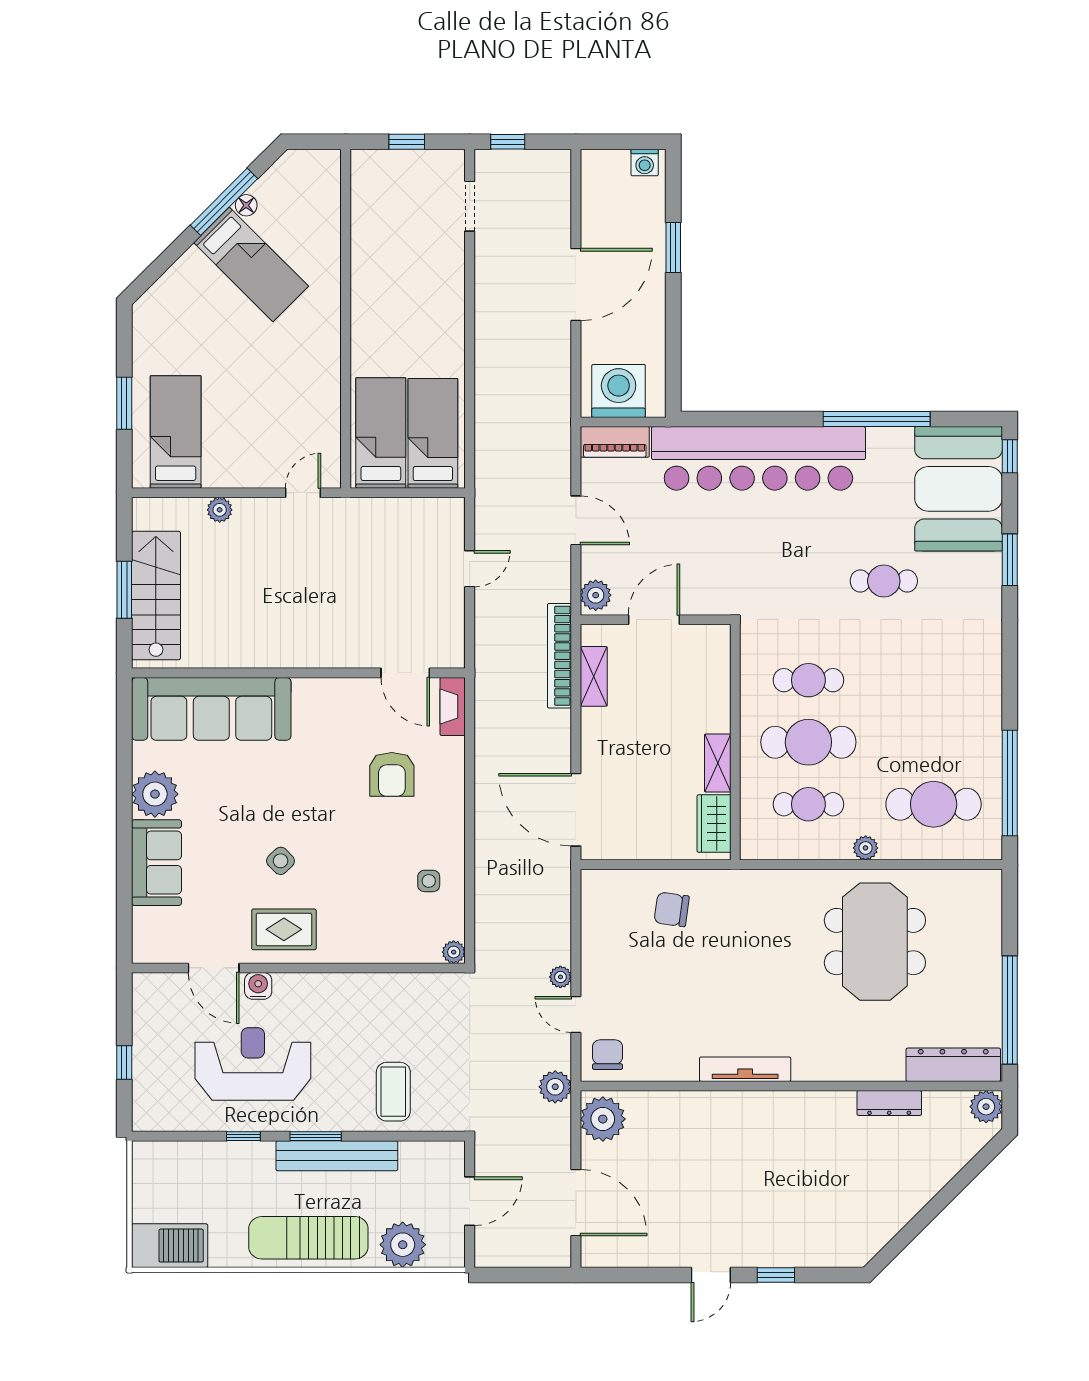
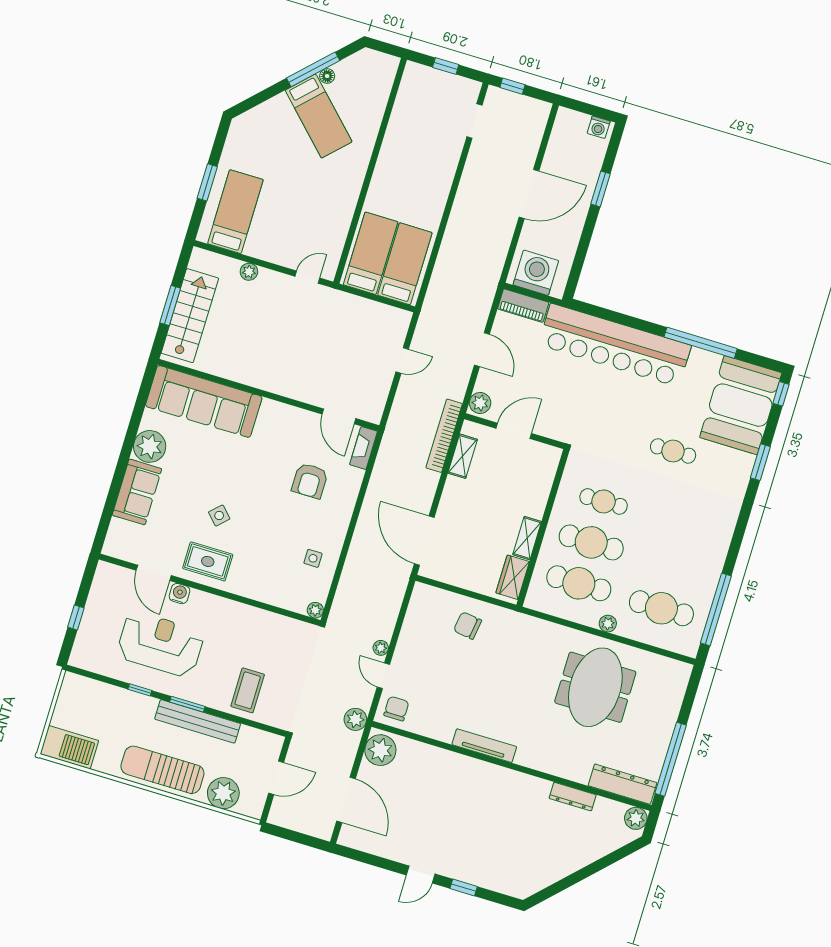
cafe table: (808, 804) -> (579, 583), width x1.37, depth x1.35

